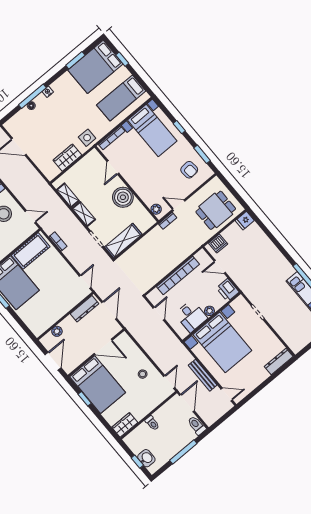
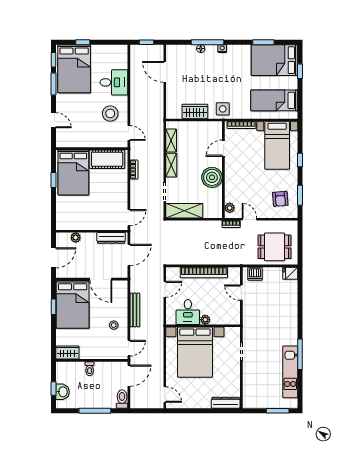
printer: (228, 290) -> (233, 315), removed
bench: (203, 375) -> (135, 310), moved

